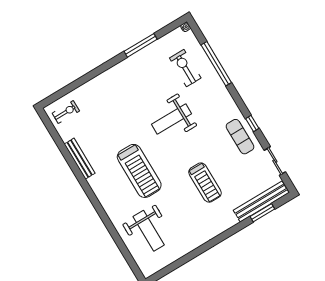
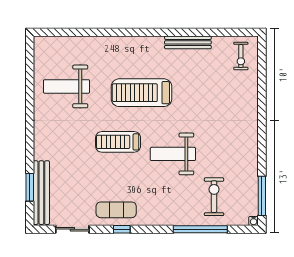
window: (141, 45) -> (262, 196), moved
exercise bike: (185, 68) -> (214, 197), turned -90
weight bench: (172, 119) -> (173, 154), turned -90
treadmill: (205, 183) -> (118, 142), moved
weight bench: (149, 231) -> (66, 86), moved

